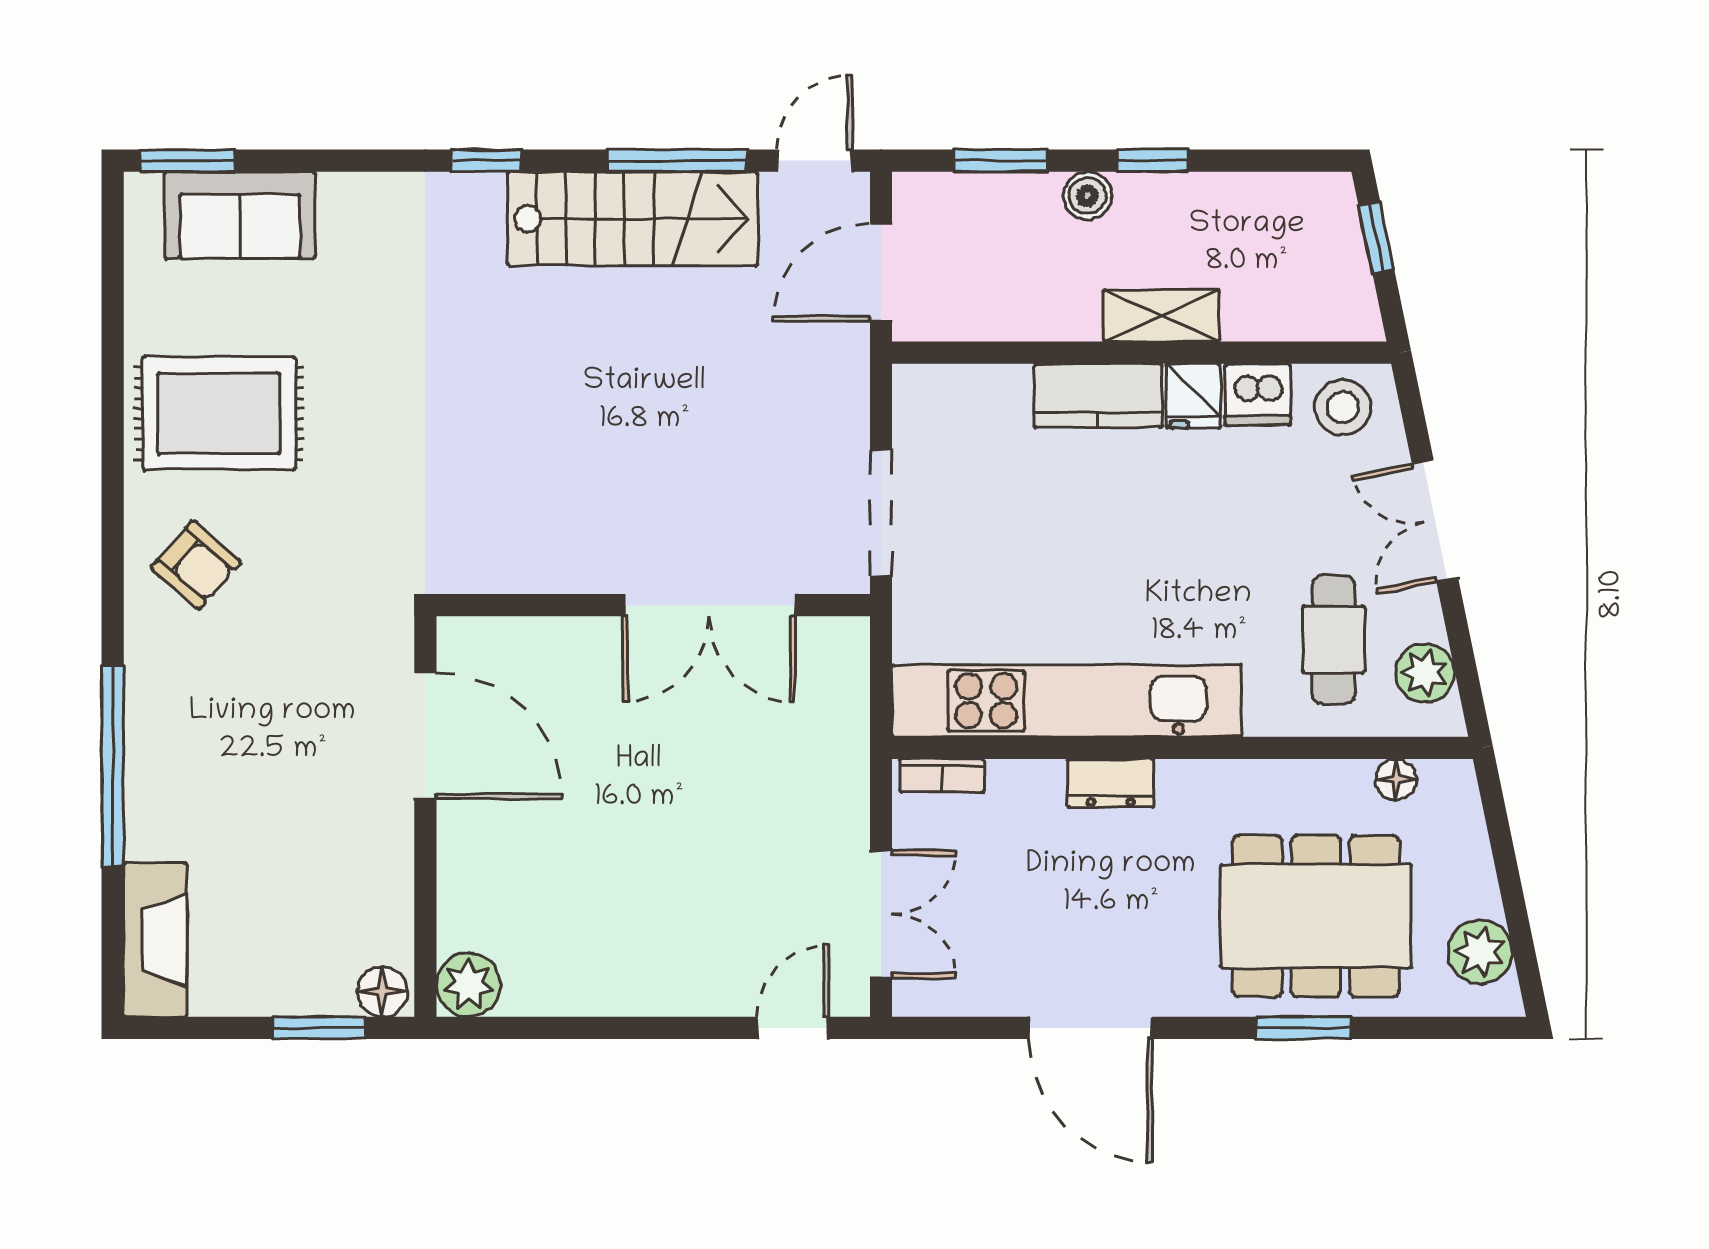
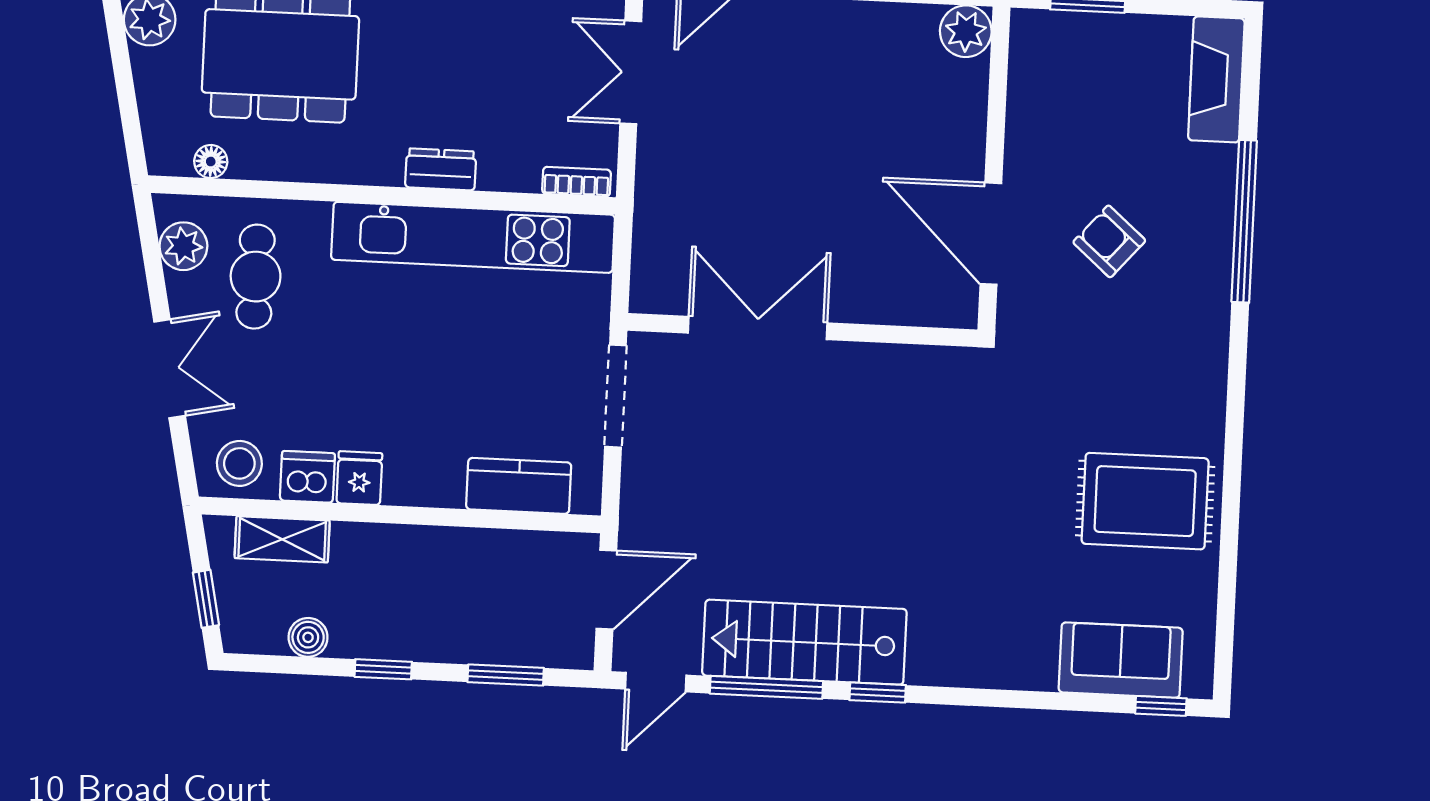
window: (187, 161) -> (1161, 706), width x0.67
window: (487, 161) -> (878, 693), moved
boiler: (1088, 196) -> (308, 637), moved
shelving: (1161, 316) -> (282, 539), moved
kitchen counter: (1098, 396) -> (519, 486), moved
armchair: (196, 565) -> (1109, 241), moved
floor lamp: (382, 992) -> (1035, 29), removed

